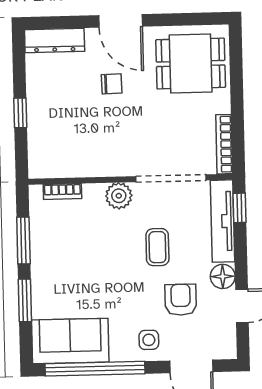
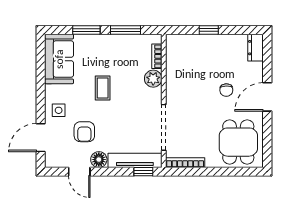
dresser: (55, 40) -> (256, 48), width x0.70
plant: (119, 196) -> (153, 79), moved
coffee table: (157, 247) -> (103, 88), moved, turned 90
armchair: (181, 300) -> (84, 132), turned 90
window: (95, 369) -> (41, 75), removed

